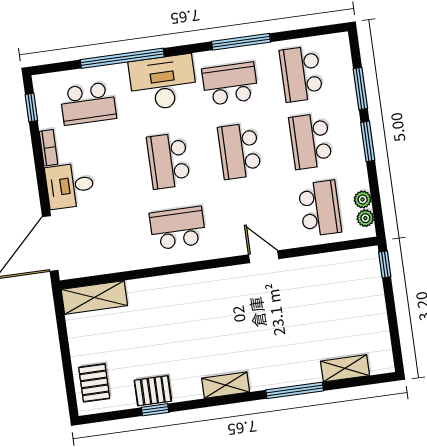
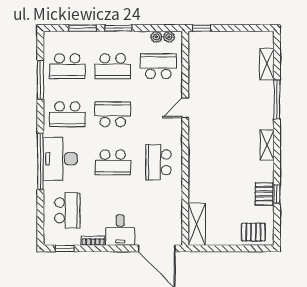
window: (241, 42) -> (40, 80), moved
window: (122, 58) -> (40, 162), moved
school desk: (230, 84) -> (67, 114), turned -90
school desk: (239, 151) -> (113, 114), turned 180

